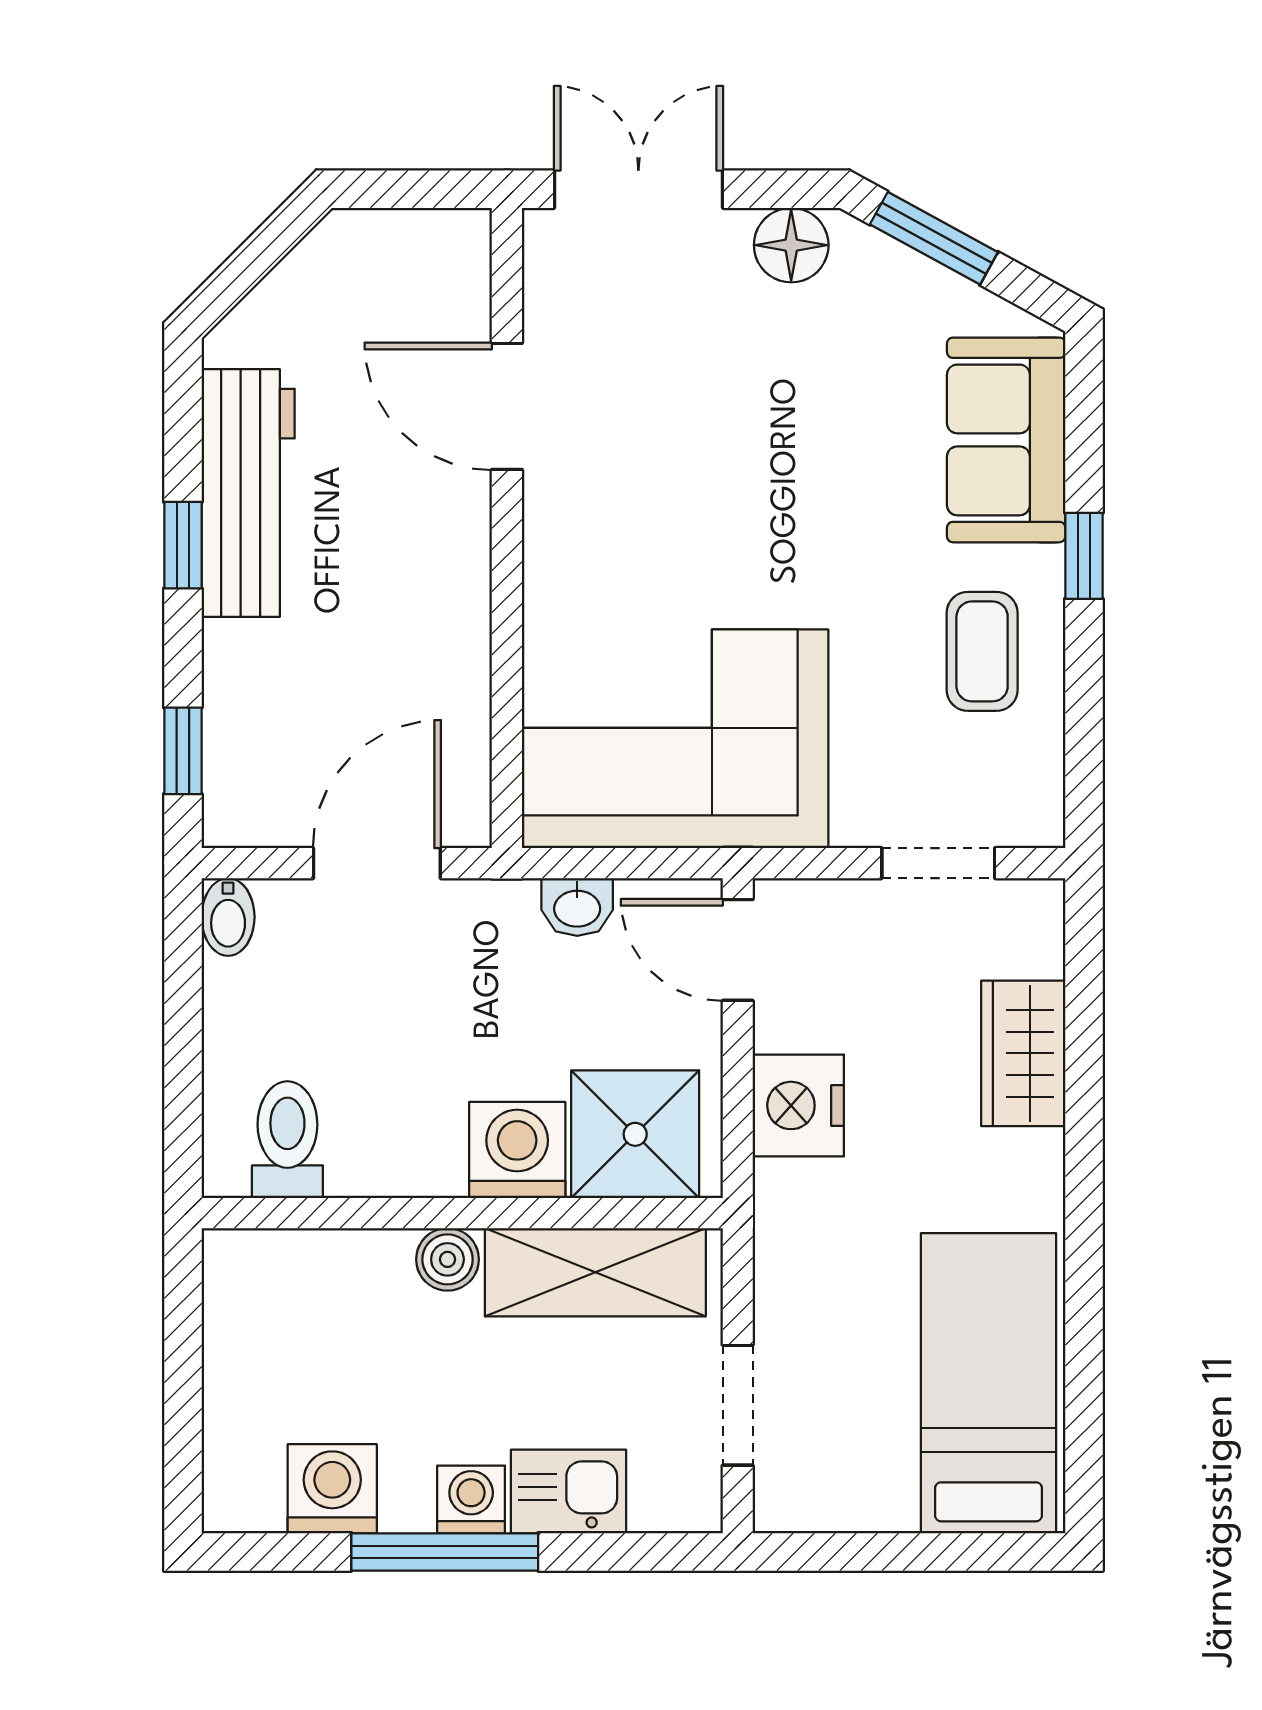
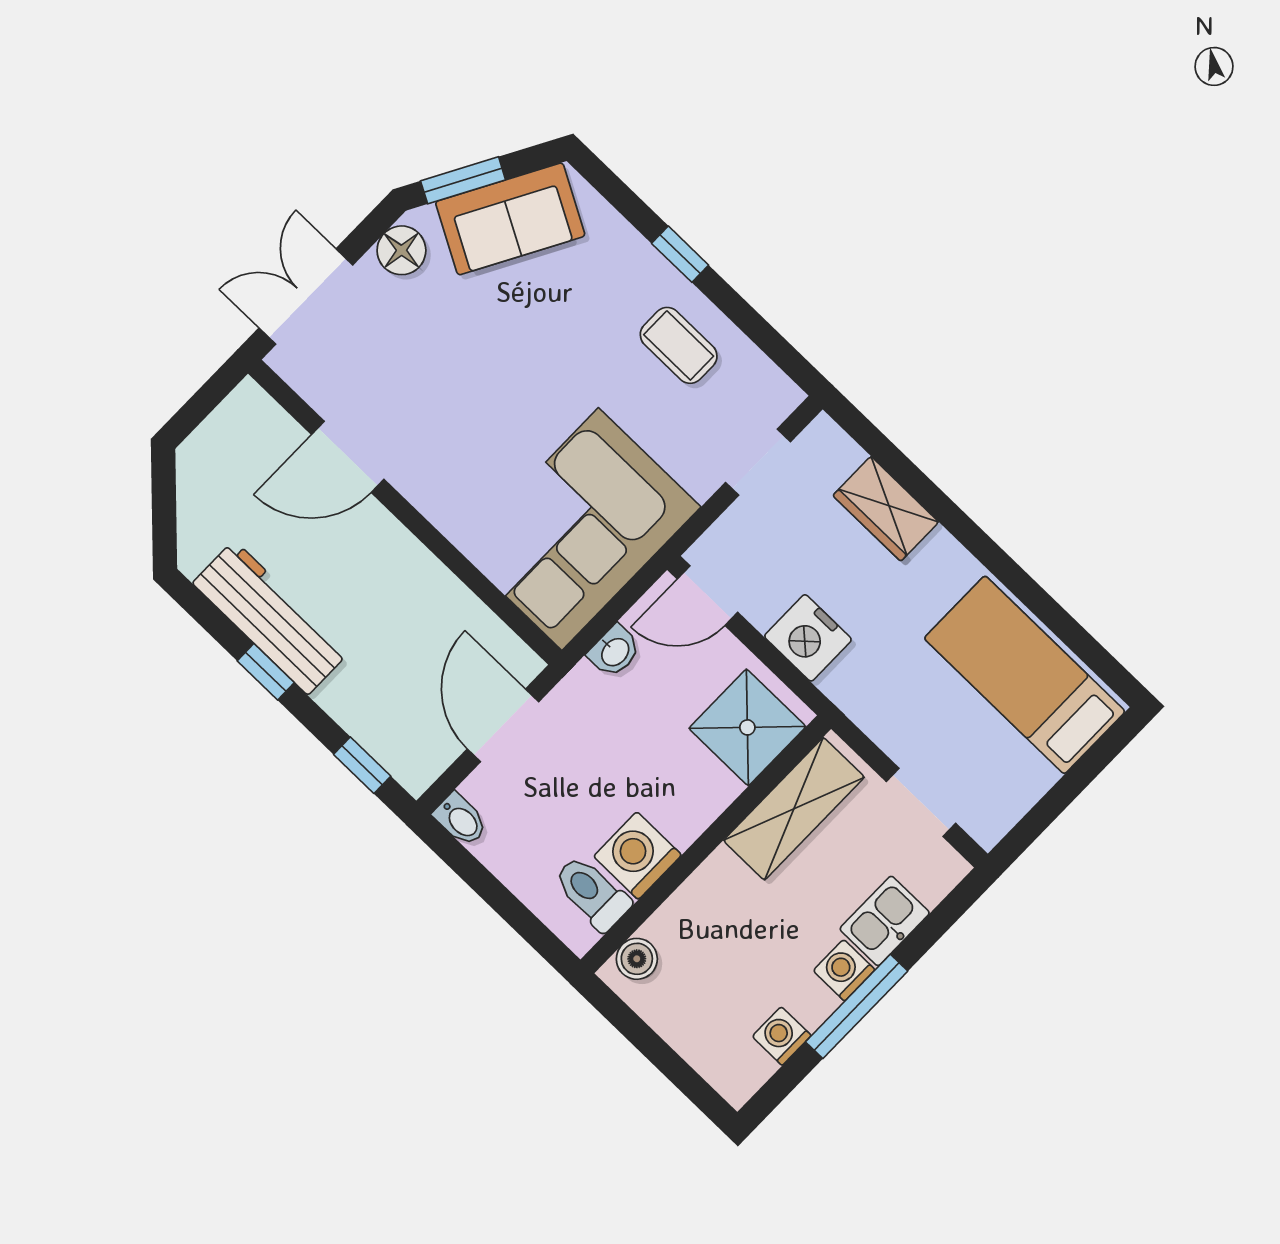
sofa: (1006, 440) -> (510, 219), moved, turned -61
washing machine: (517, 1150) -> (638, 856), moved
boiler: (447, 1259) -> (637, 959), moved
washing machine: (332, 1489) -> (782, 1036), width x0.73, depth x0.73

